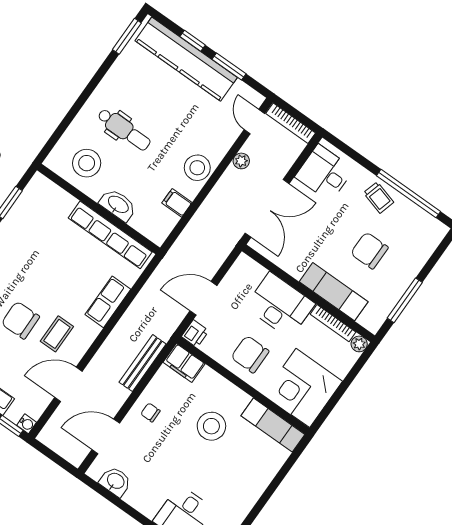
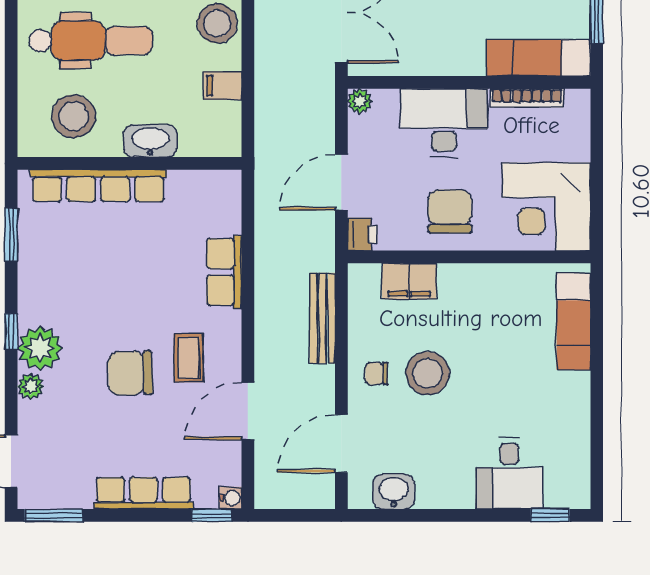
dental chair: (124, 130) -> (91, 41), width x1.36, depth x1.38
row of seats: (110, 235) -> (98, 186), moved
exam couch: (334, 292) -> (538, 58), moved
plant: (359, 344) -> (360, 101), moved
chair: (250, 354) -> (450, 211), turned 90
filing cabinet: (184, 363) -> (409, 281), moved
exam couch: (273, 425) -> (574, 322), moved, turned 90
stool: (211, 426) -> (428, 373), moved

